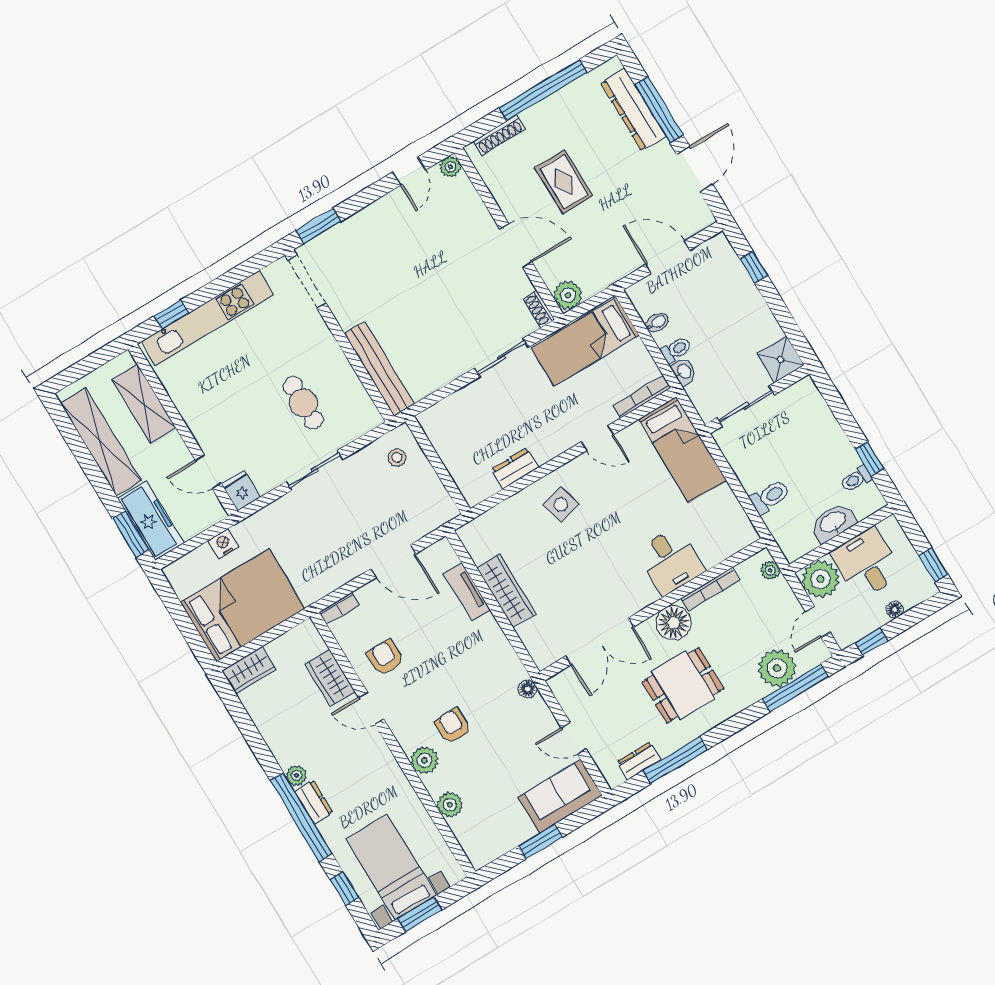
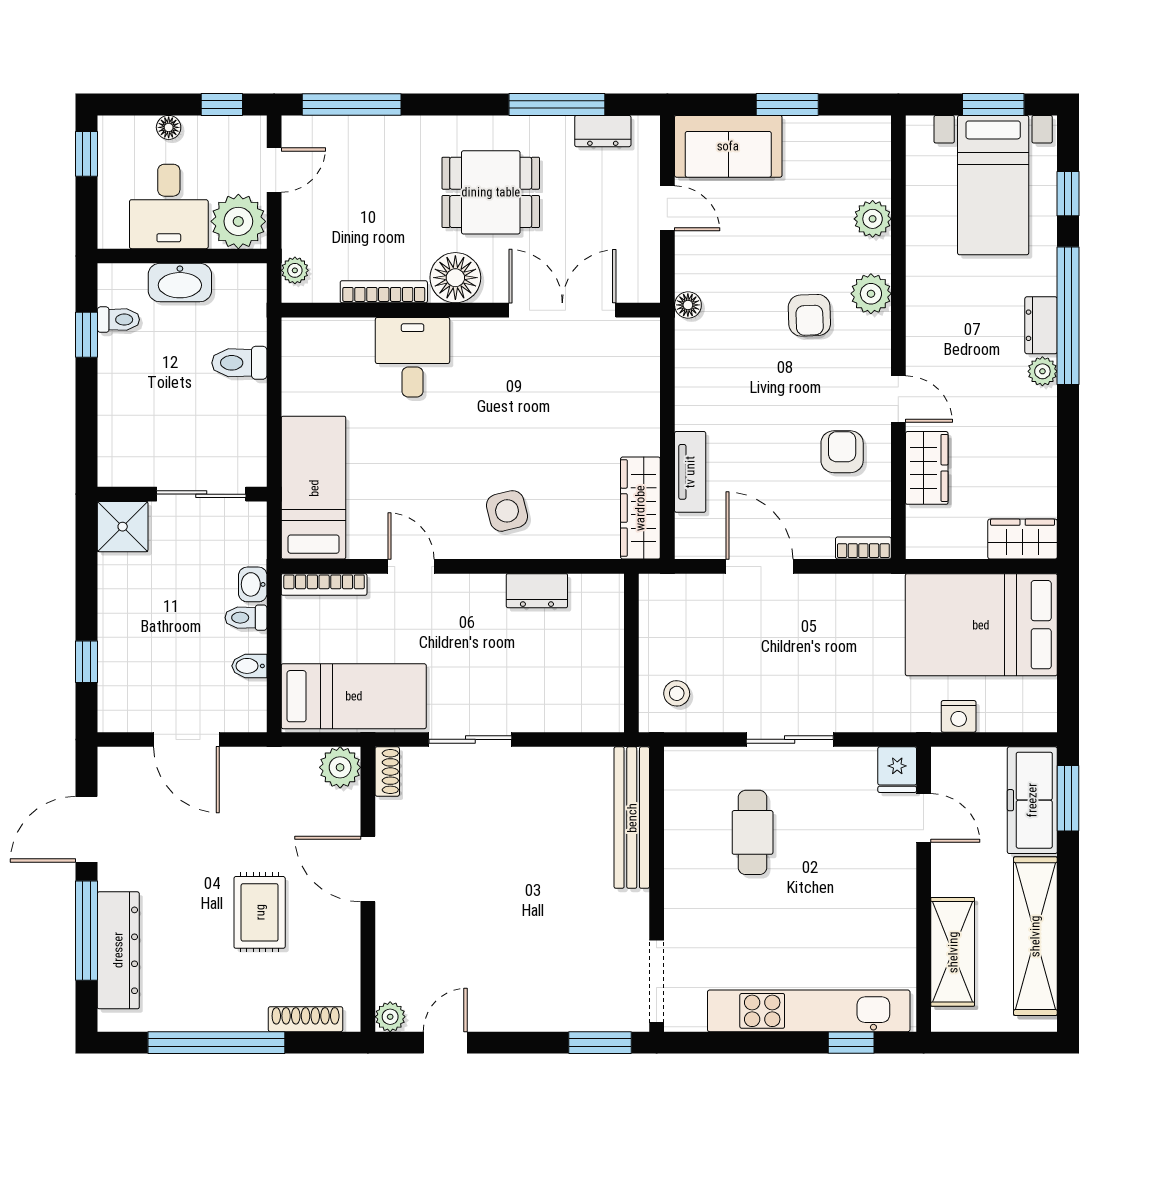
wardrobe: (506, 591) -> (640, 508), moved
armchair: (385, 657) -> (842, 452), turned 180
plant: (777, 668) -> (360, 143), removed

